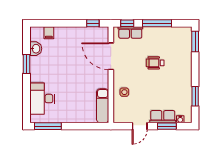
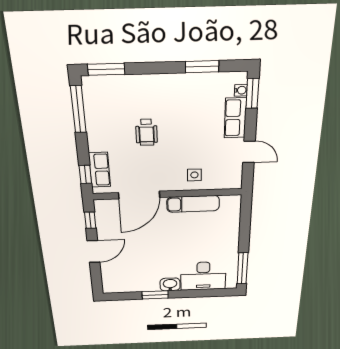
door: (67, 23) -> (94, 252), added
window: (157, 23) -> (78, 109), moved
filing cabinet: (49, 33) -> (109, 272), removed
washbasin: (36, 49) -> (170, 284), moved
exam couch: (103, 106) -> (193, 204), moved
window: (167, 126) -> (252, 93), moved

